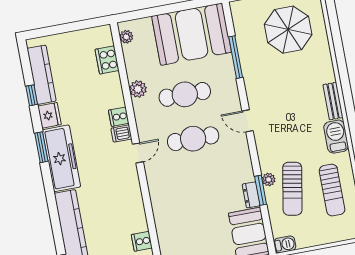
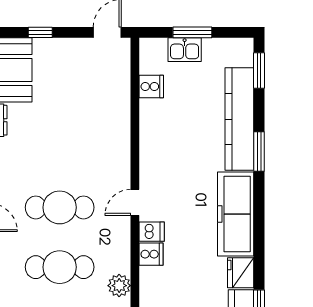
window: (41, 147) -> (259, 151), moved

